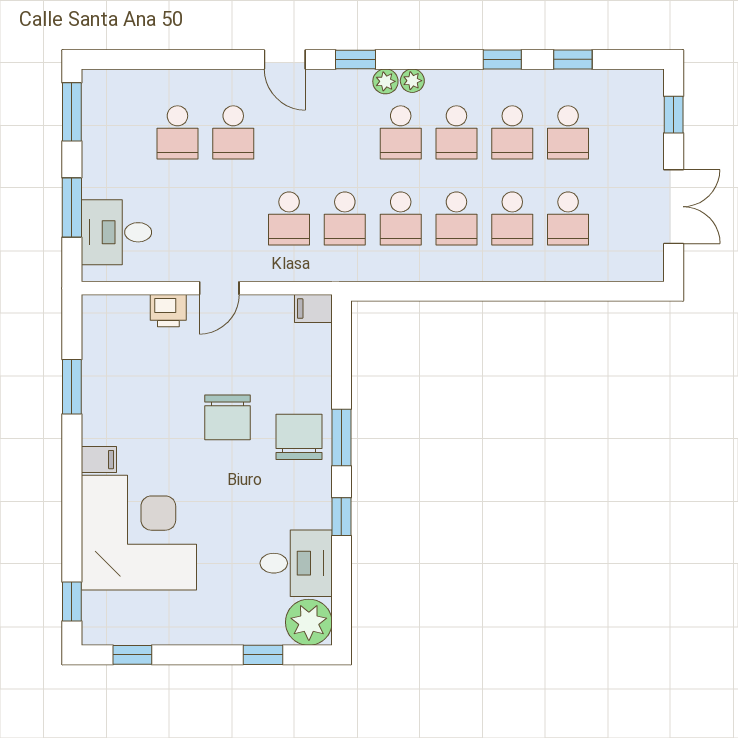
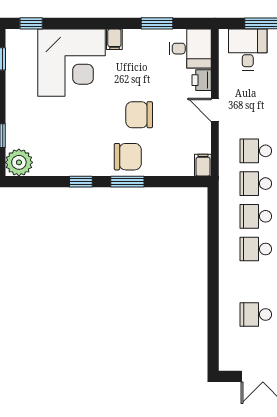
school desk: (512, 218) -> (256, 282), removed
desk: (296, 563) -> (190, 49), moved, turned -90

